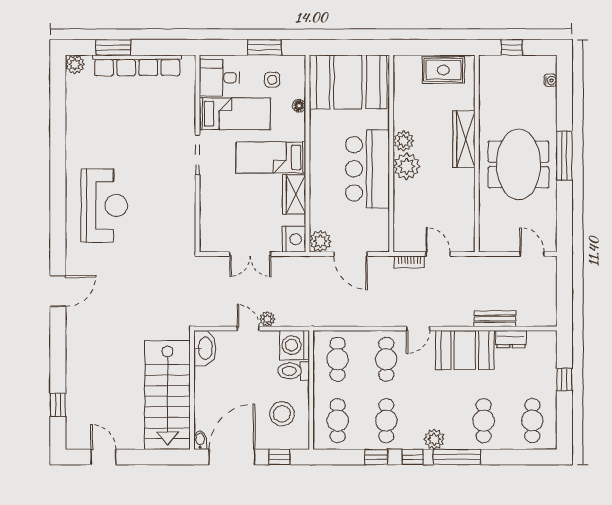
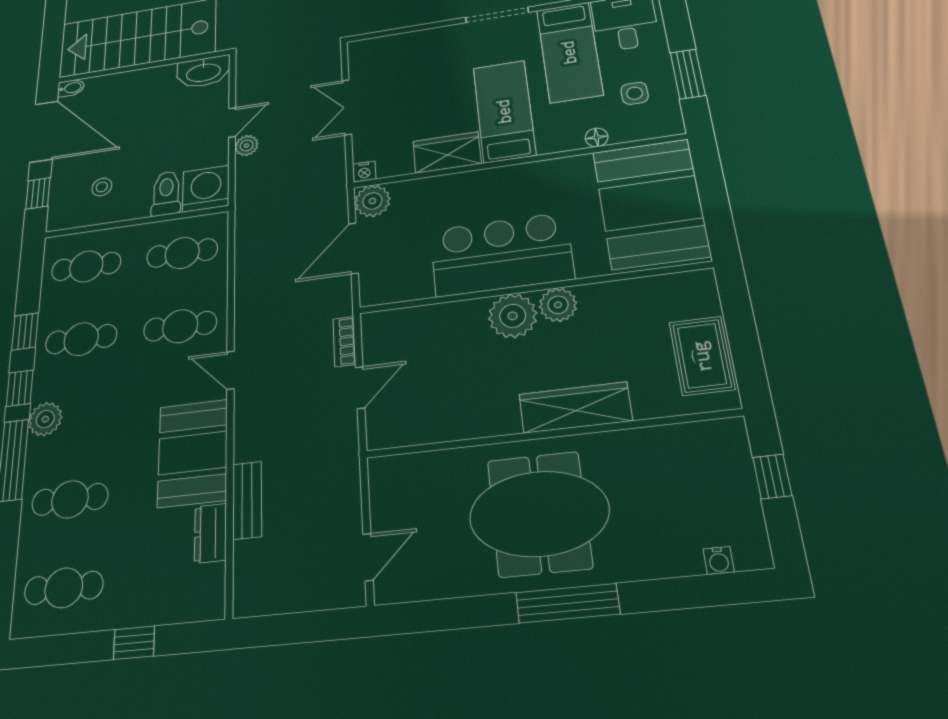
nightstand: (294, 239) -> (364, 172), width x0.53, depth x0.56
stool: (282, 414) -> (102, 187), width x0.53, depth x0.53

